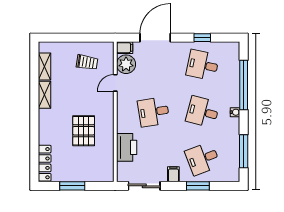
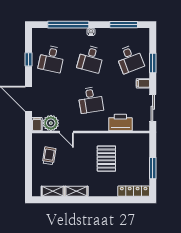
pallet: (84, 131) -> (106, 159), turned 90

